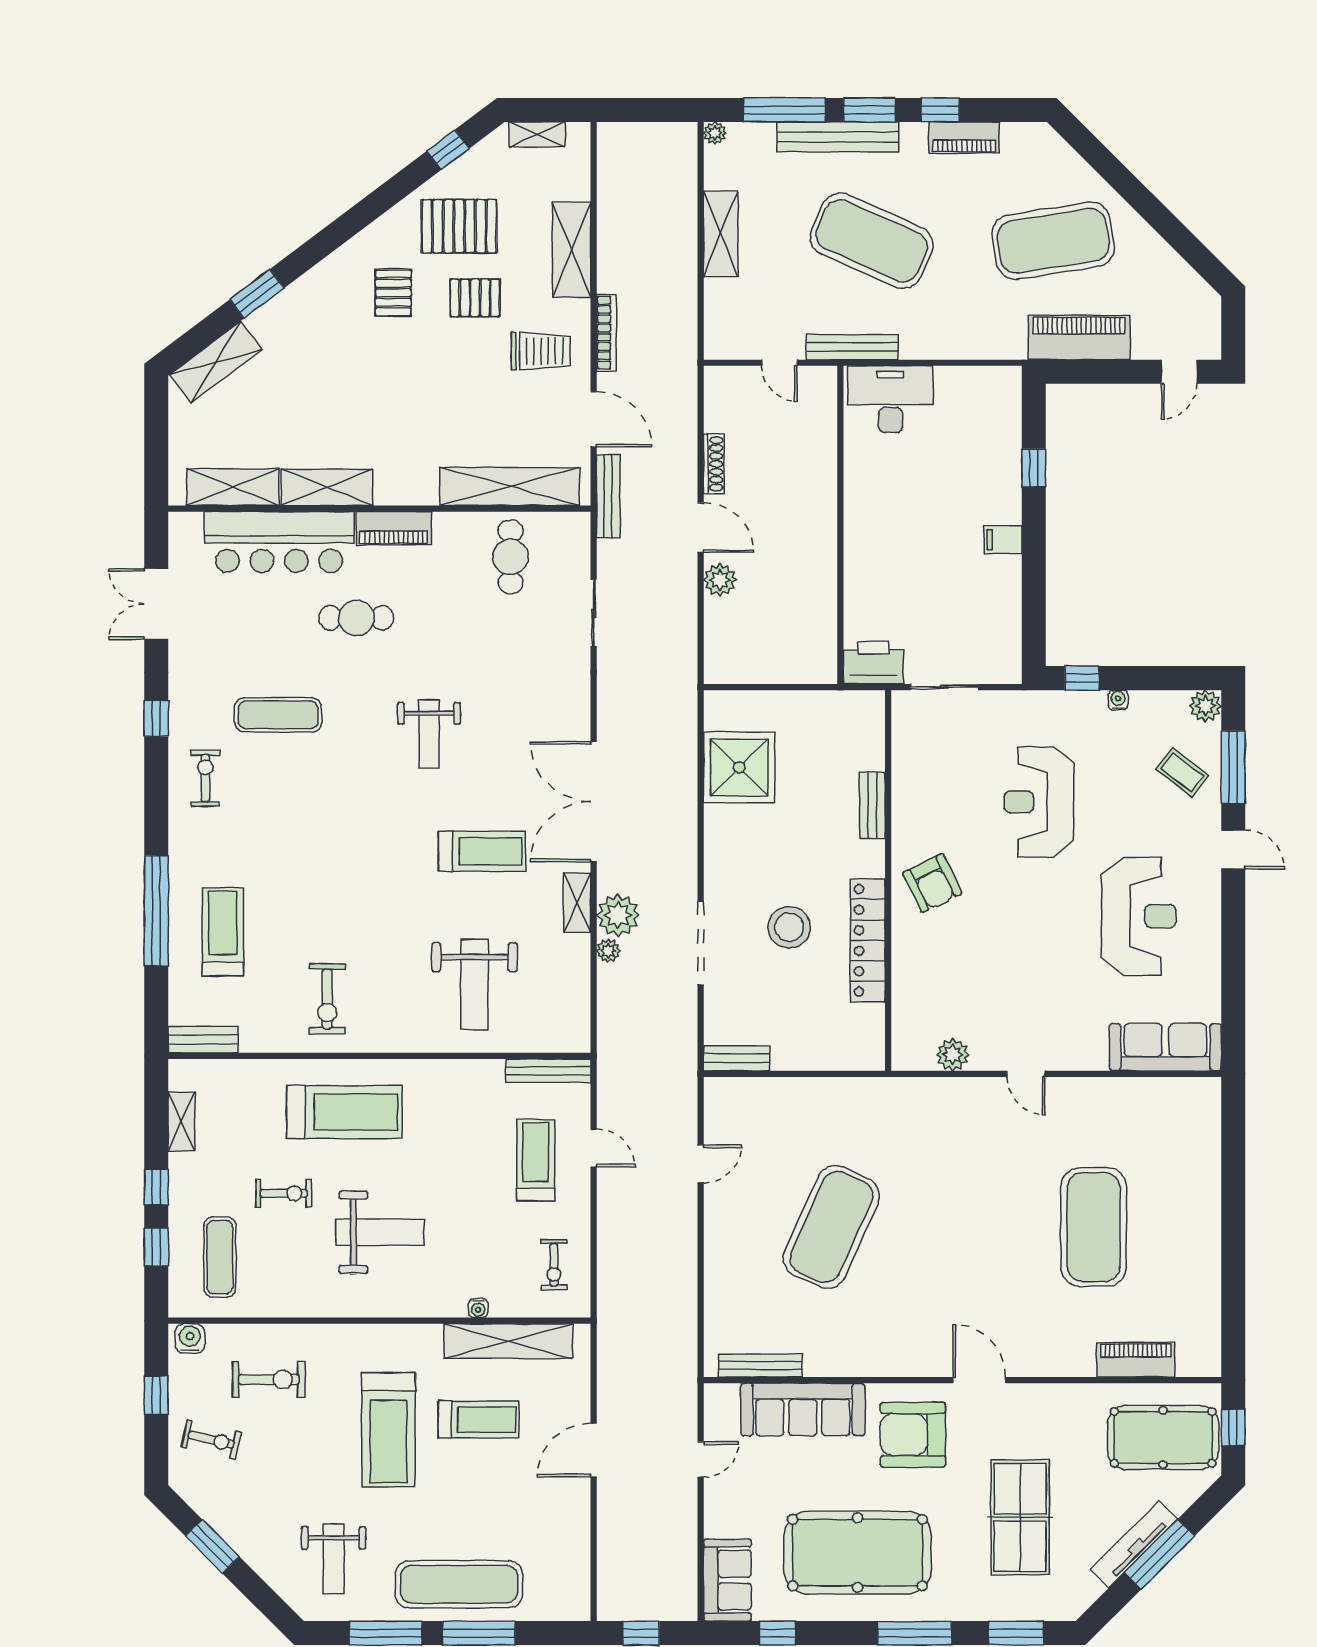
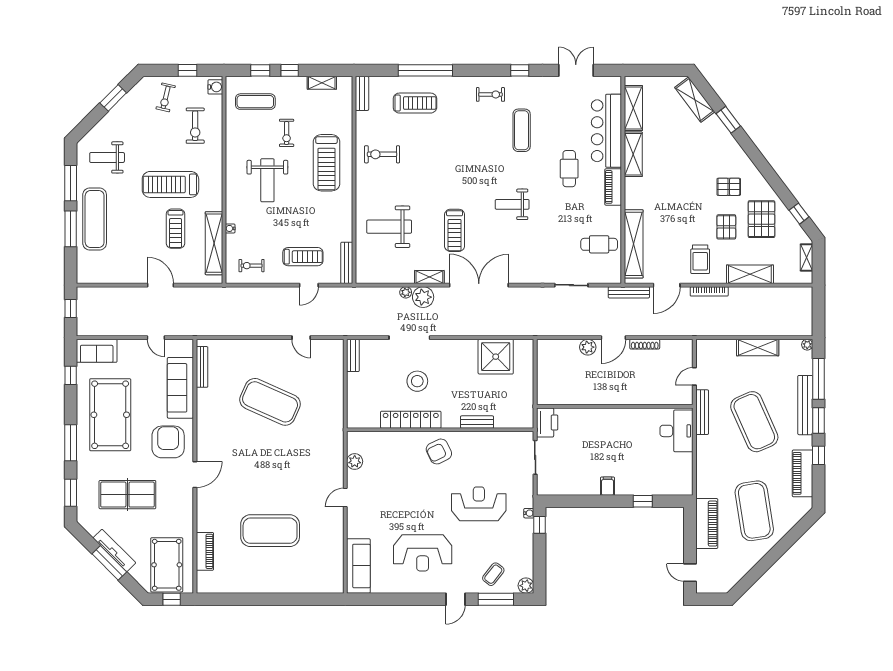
piano: (964, 137) -> (803, 473), width x1.37, depth x1.33
exercise mat: (872, 241) -> (754, 422), turned -48
water cooler: (1118, 700) -> (529, 513), moved

